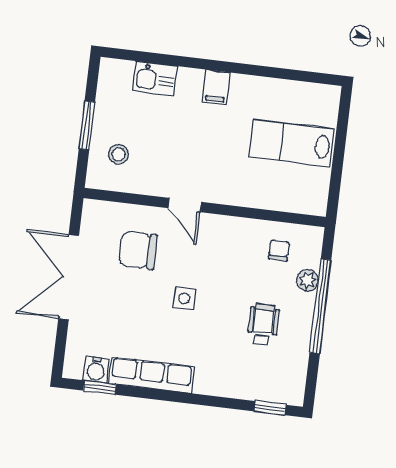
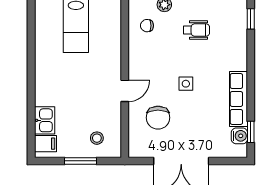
filing cabinet: (216, 87) -> (45, 144), moved
wheelchair: (263, 324) -> (196, 30), turned 180

